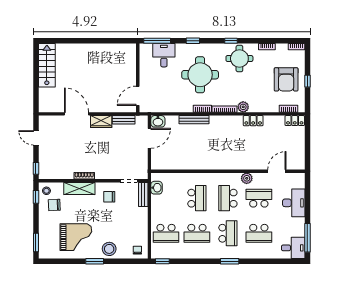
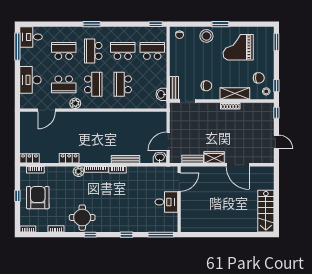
desk: (164, 55) -> (166, 202), moved, turned -90
round table: (200, 75) -> (120, 202), removed

